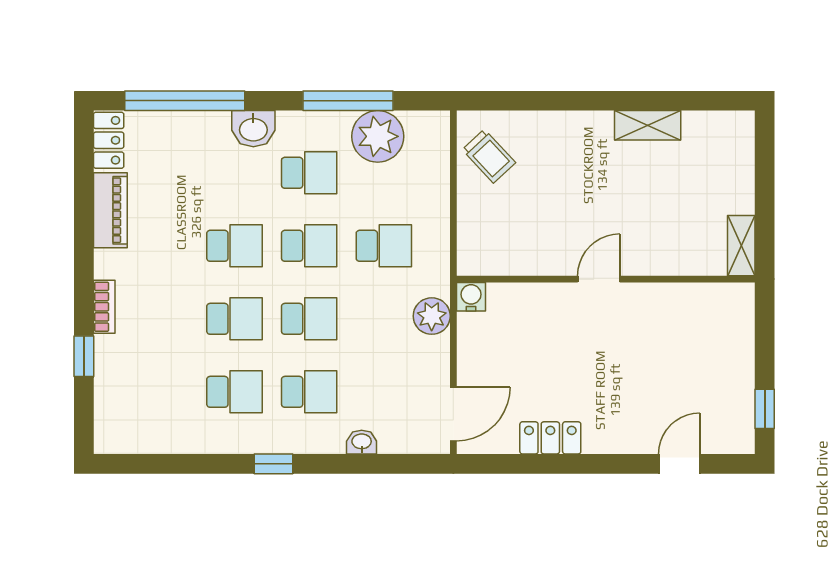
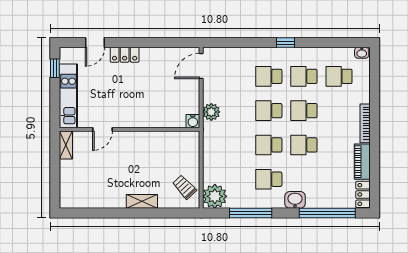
shelving: (648, 125) -> (142, 201), moved
plant: (378, 136) -> (215, 196), moved
school desk: (384, 246) -> (339, 76), moved
door: (599, 279) -> (103, 129), moved
bookcase: (104, 307) -> (365, 123), width x1.56
kitchen unit: (736, 350) -> (68, 96), added
window: (84, 356) -> (375, 93), removed
locker: (550, 438) -> (125, 55), moved
washbasin: (362, 442) -> (362, 53), moved

